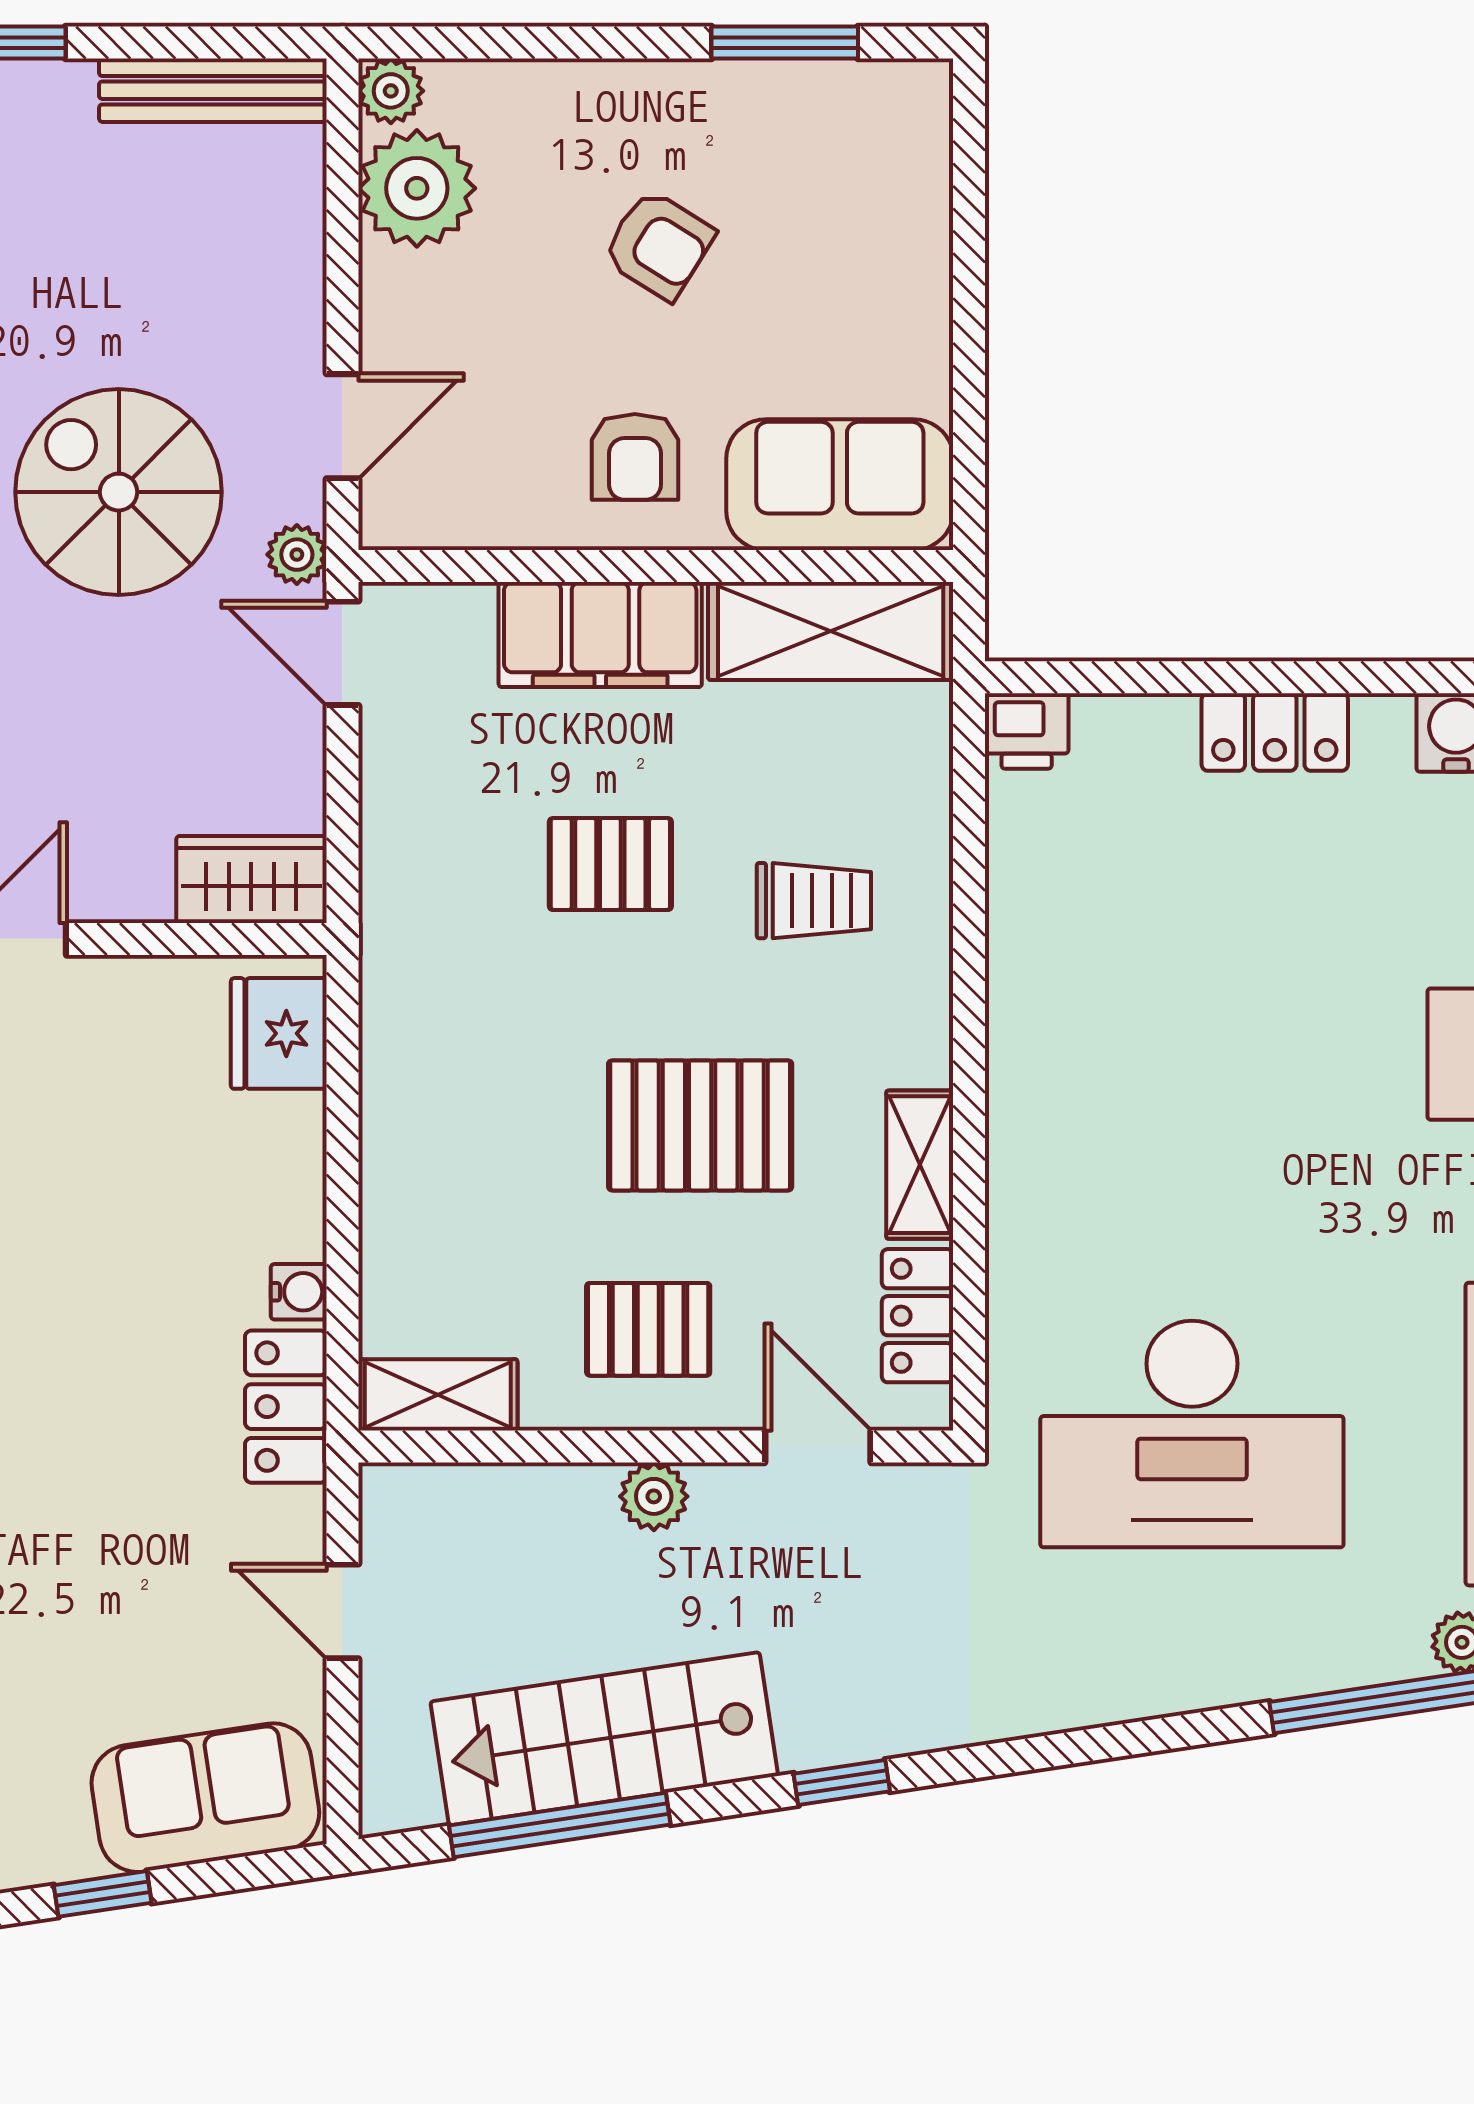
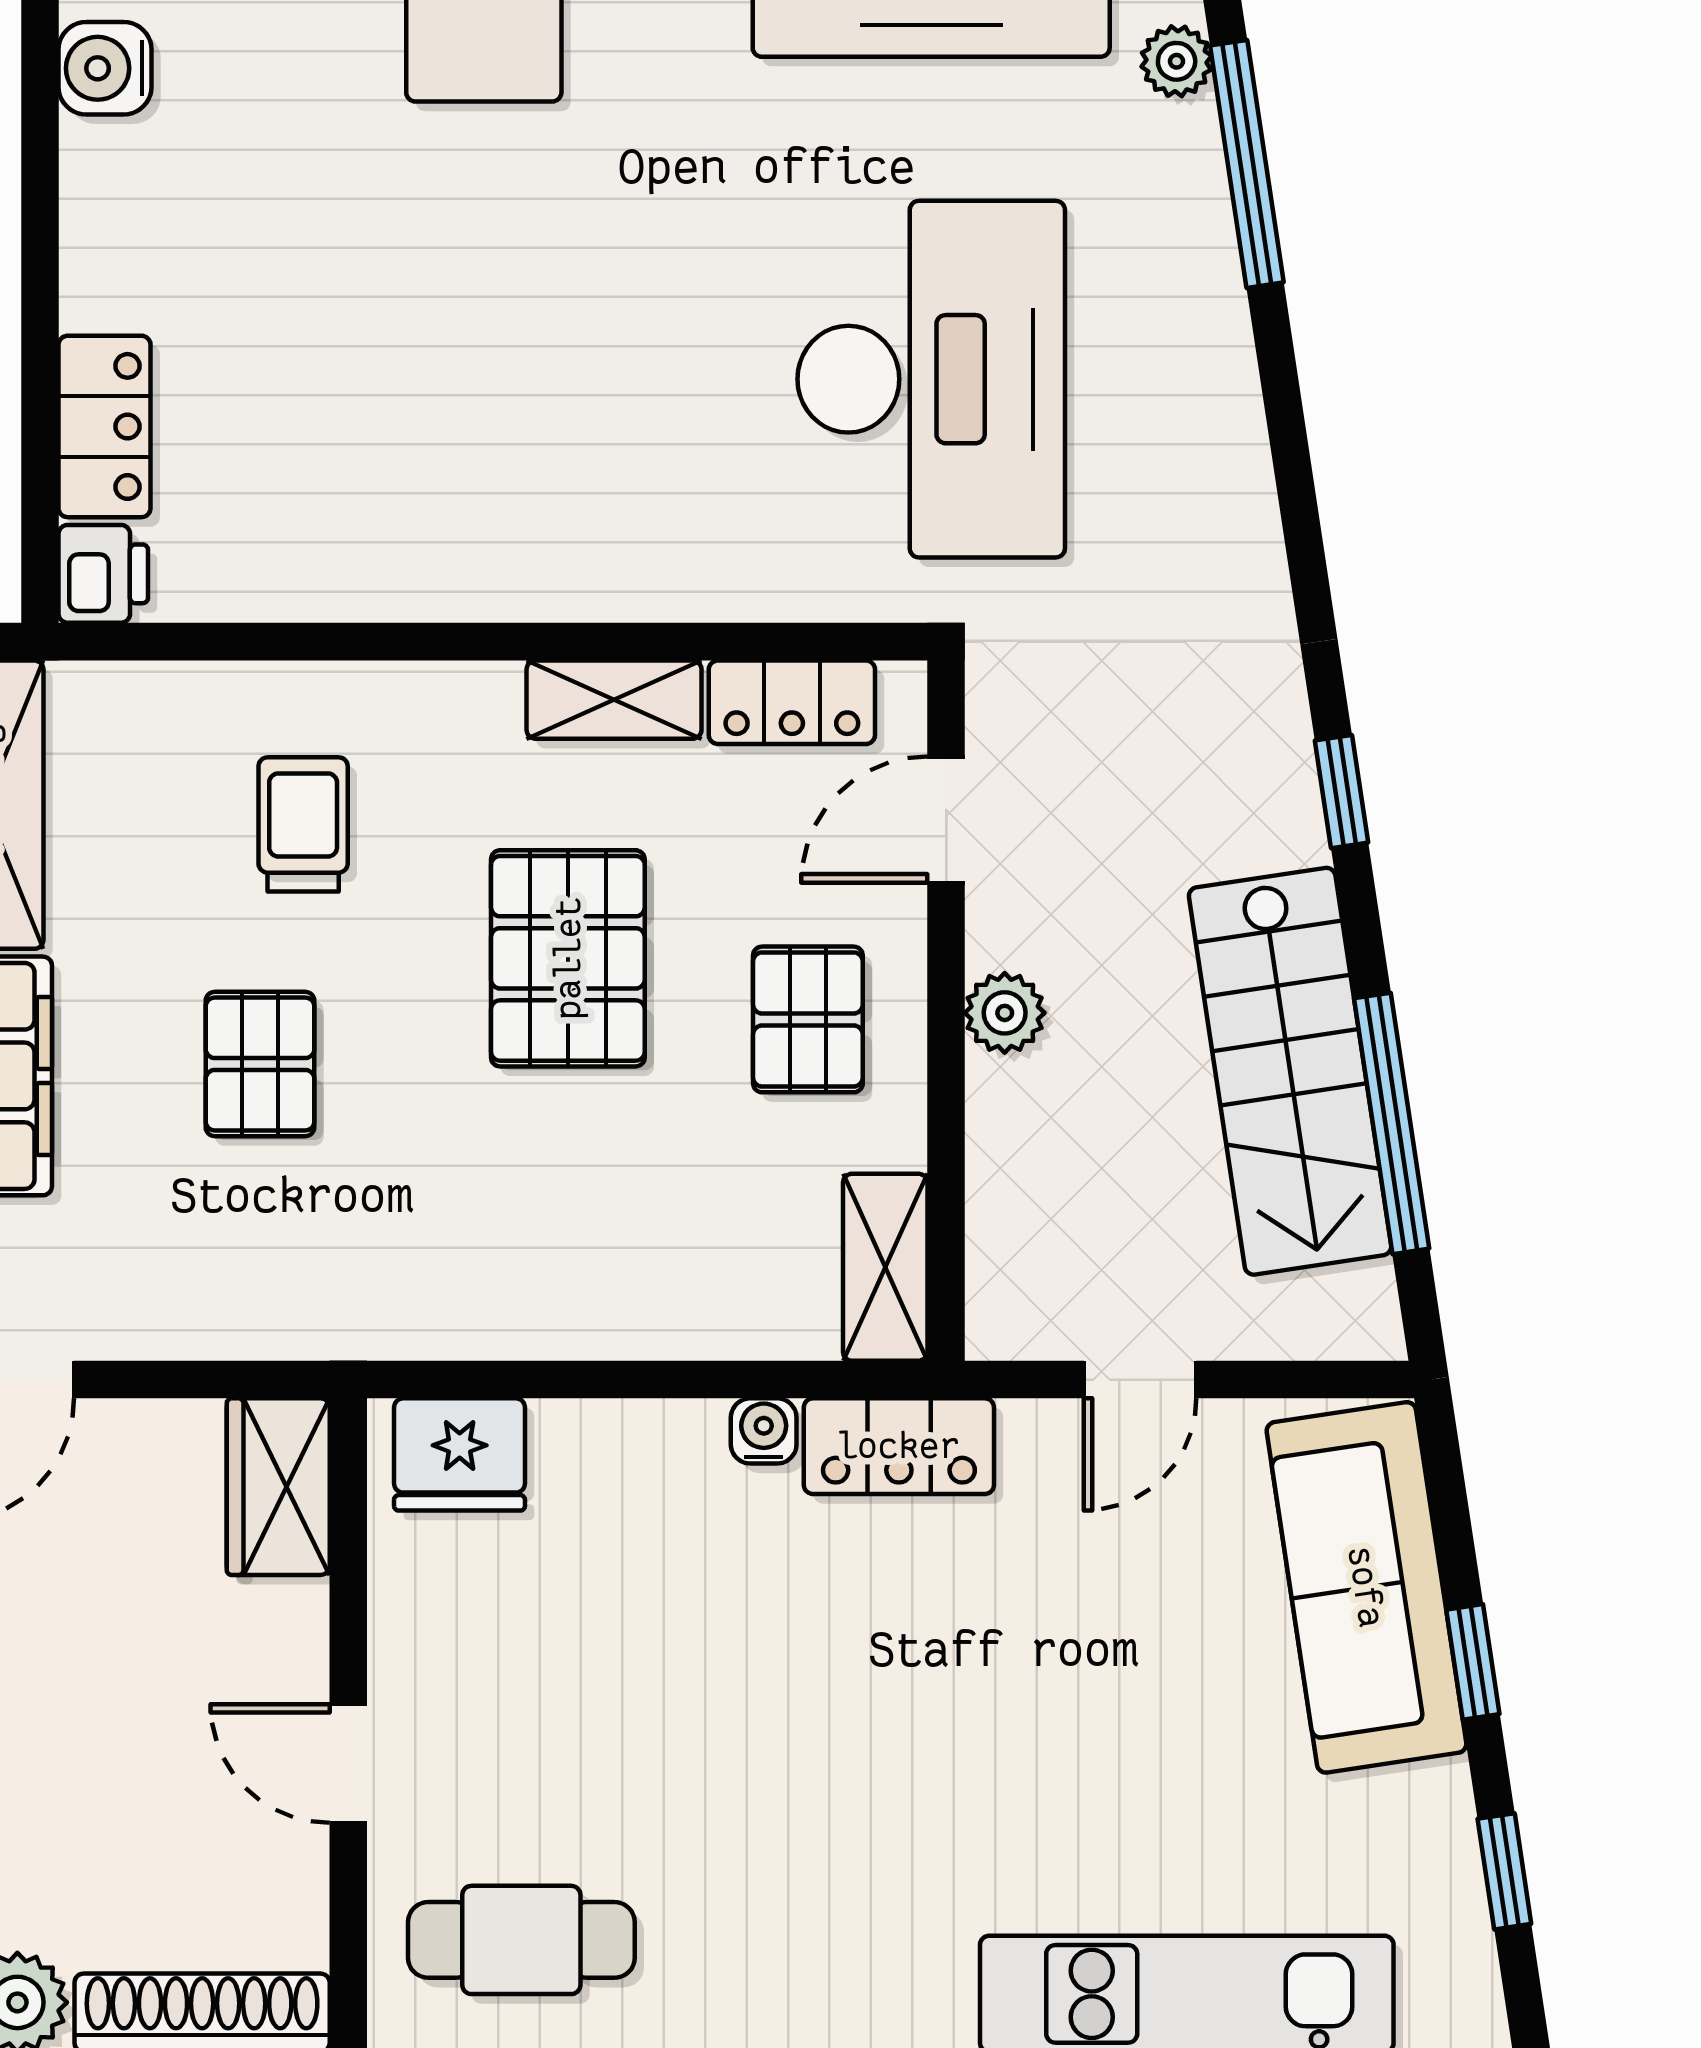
locker: (1275, 732) -> (105, 426), moved
sofa: (205, 1798) -> (1366, 1587), width x1.36

